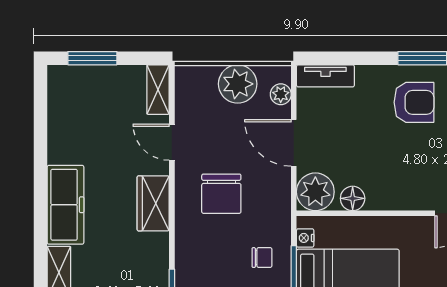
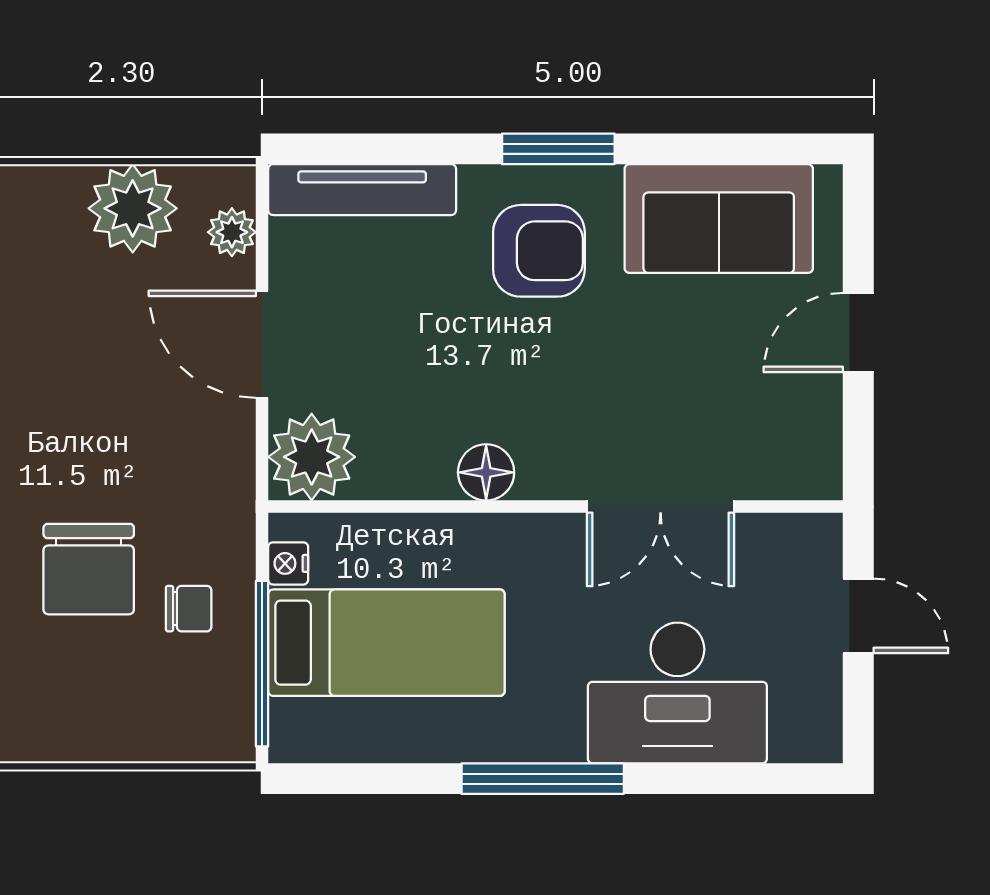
tv unit: (325, 76) -> (362, 190), width x1.41
chair: (221, 194) -> (89, 569), moved
floor lamp: (353, 198) -> (486, 472), moved

